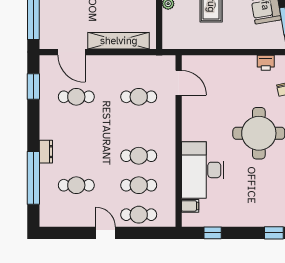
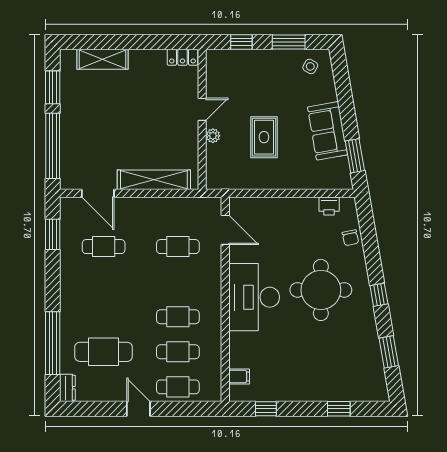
dresser: (46, 152) -> (67, 388), moved
desk: (203, 170) -> (254, 297), moved
cafe table: (76, 185) -> (104, 352), width x1.37, depth x1.35

